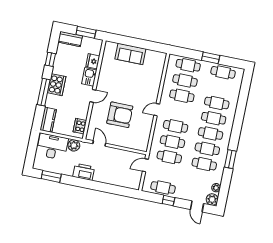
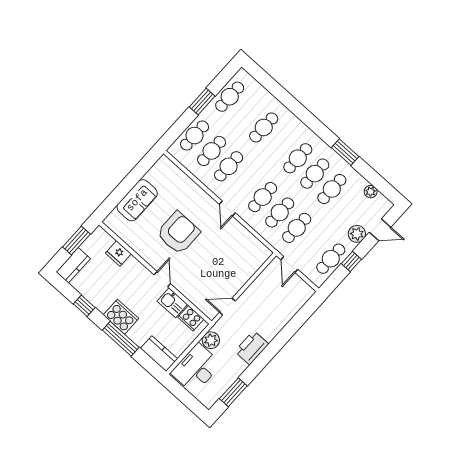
kitchen sink: (89, 77) -> (172, 303), moved
armchair: (120, 115) -> (178, 233), moved
cafe table: (214, 118) -> (281, 143), removed
plant: (212, 200) -> (357, 234), moved

